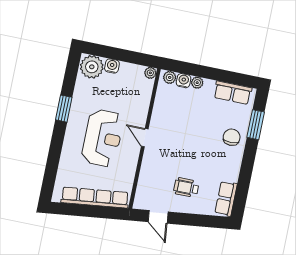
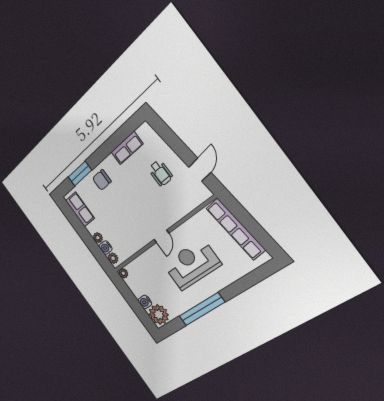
window: (64, 109) -> (202, 309), width x2.11
row of seats: (226, 199) -> (127, 148), moved

